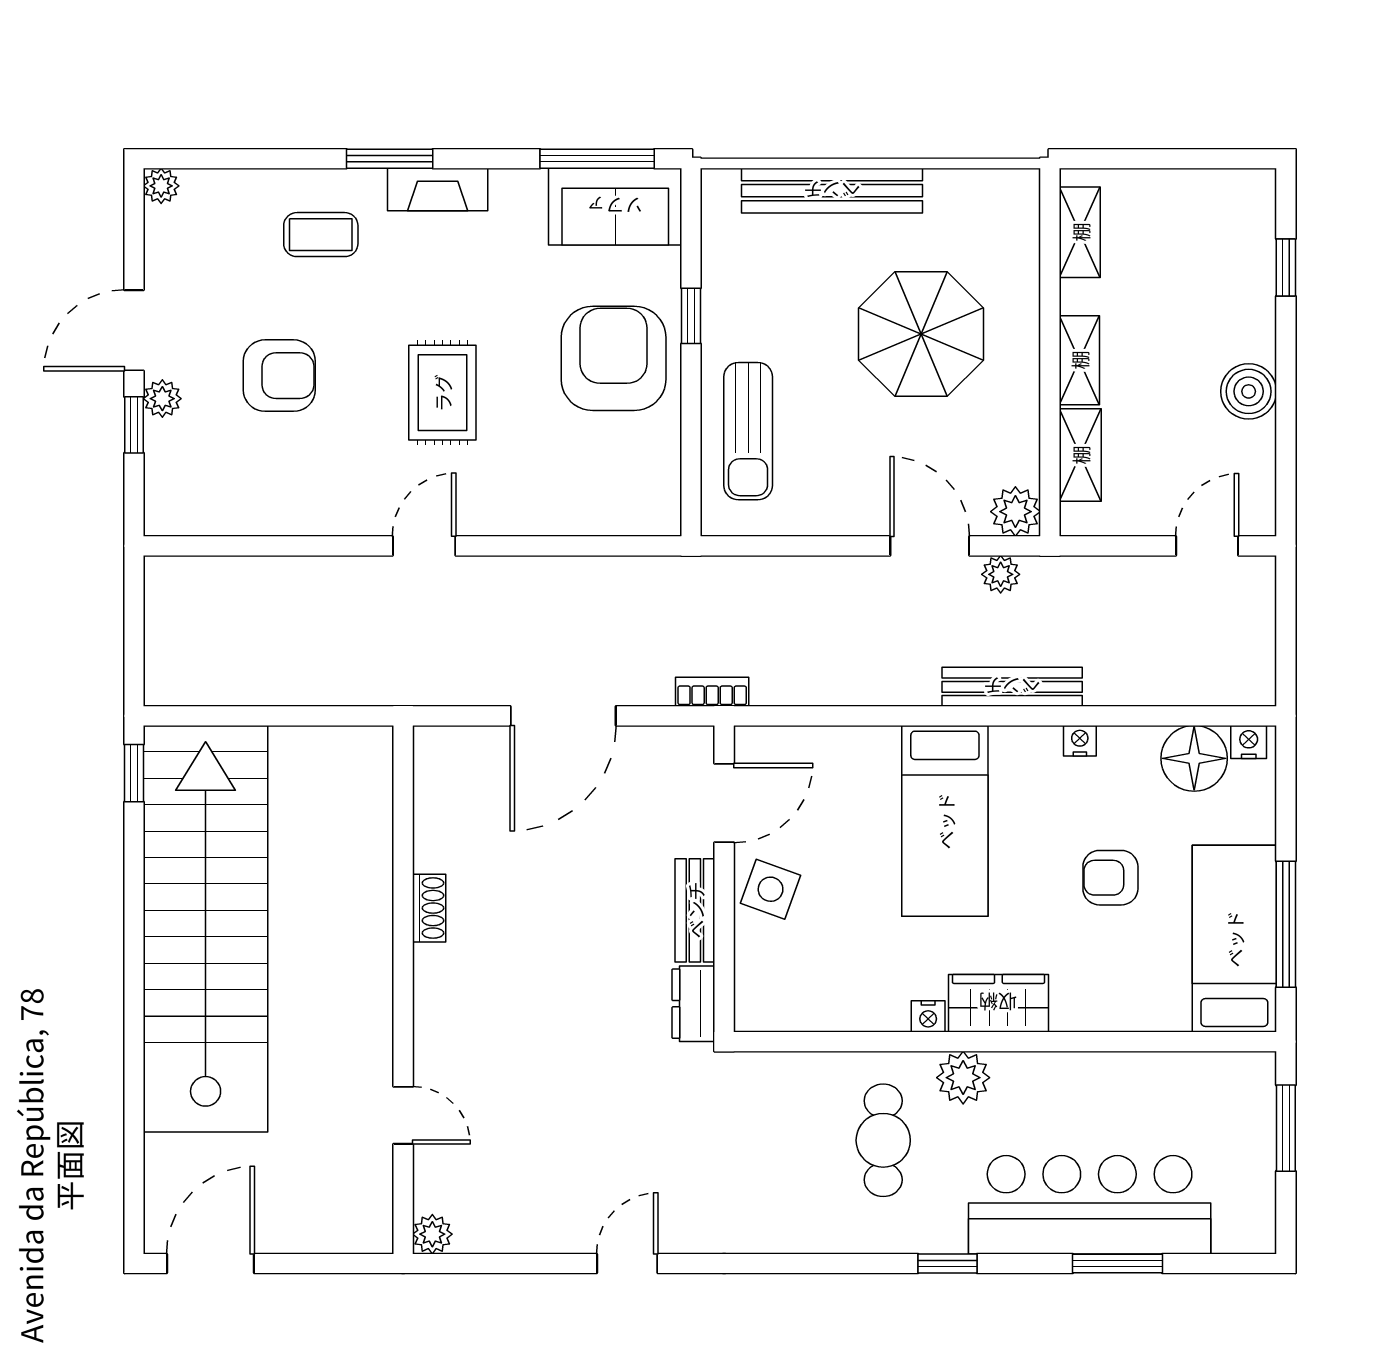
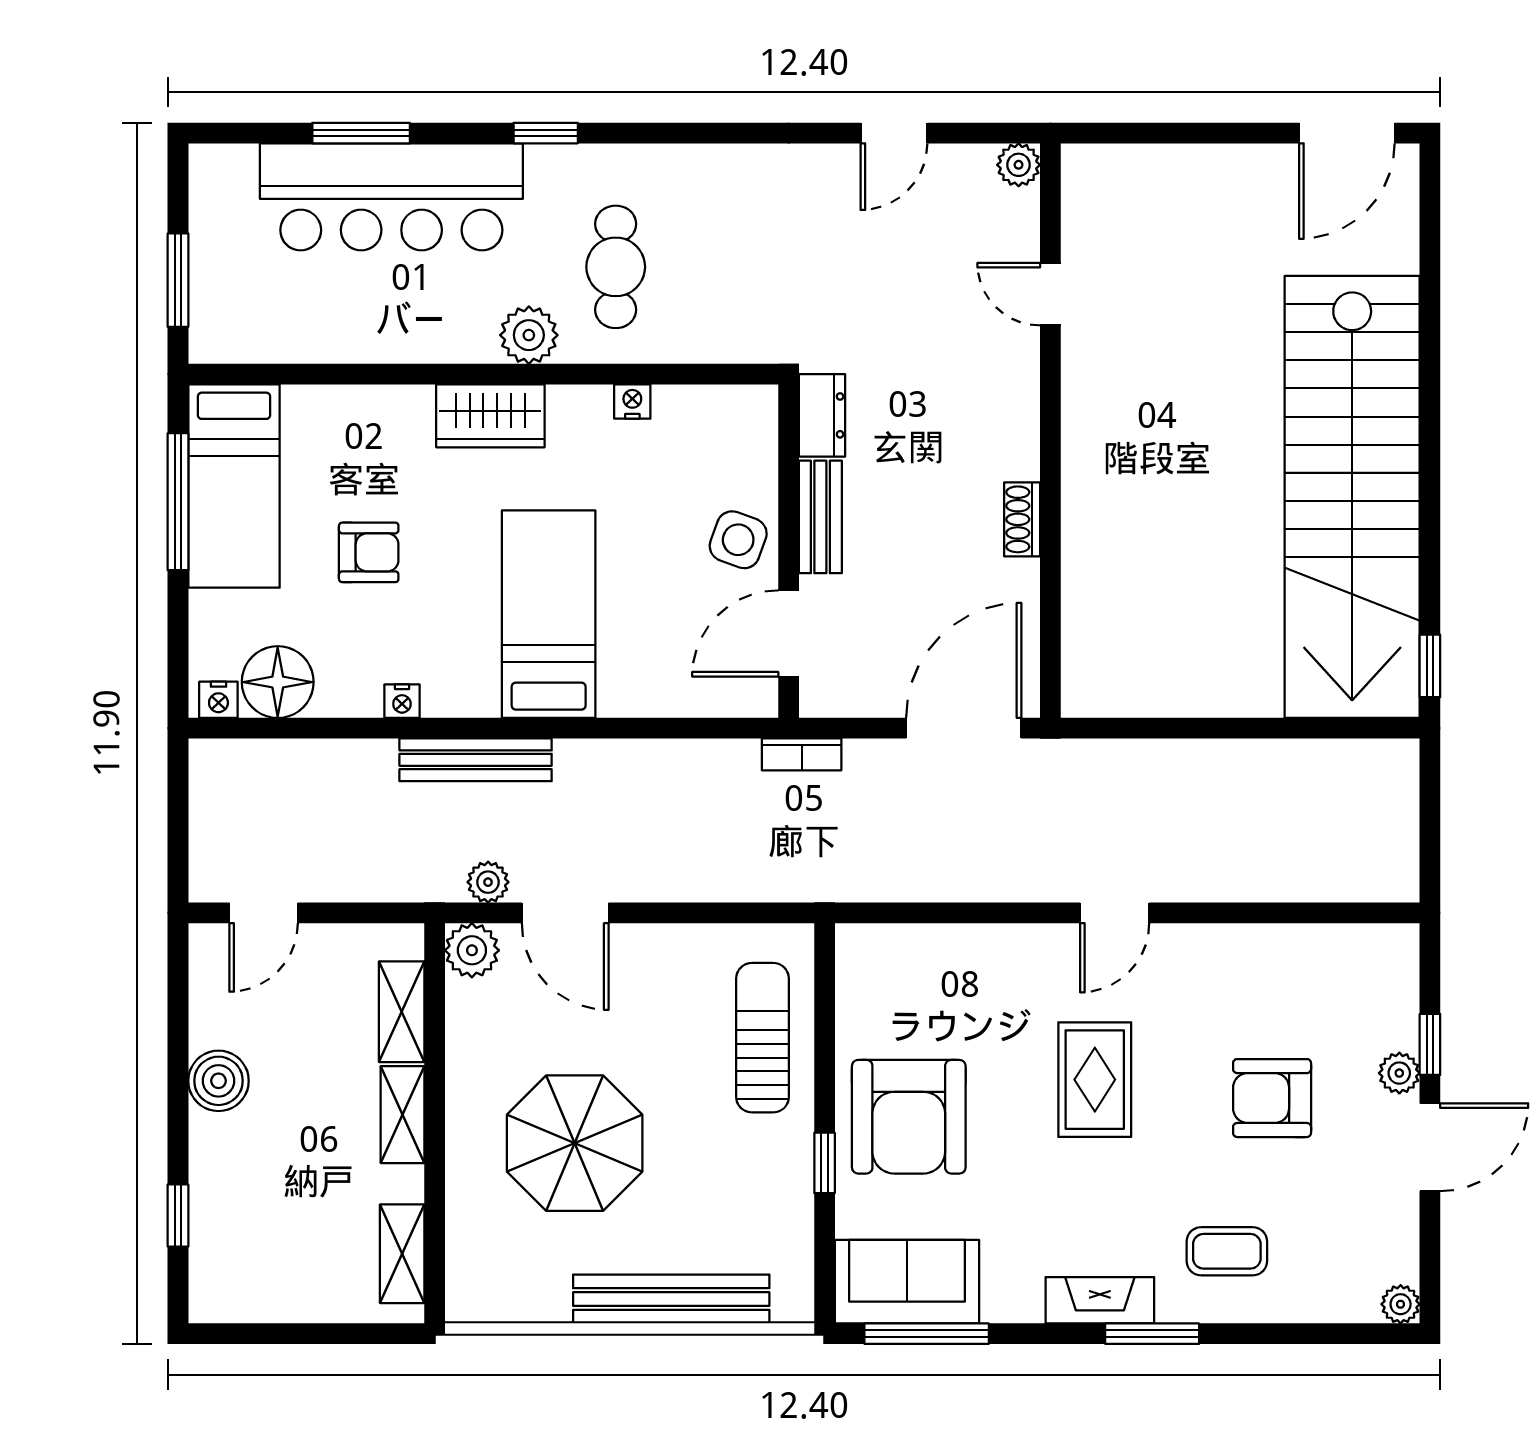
shoe rack: (429, 908) -> (1022, 519), moved
wall: (403, 990) -> (1050, 431), moved
nightstand: (928, 1016) -> (632, 402), moved
door: (403, 1115) -> (1050, 294), moved
plant: (432, 1234) -> (1019, 165), moved

